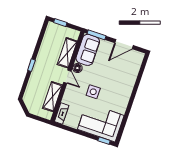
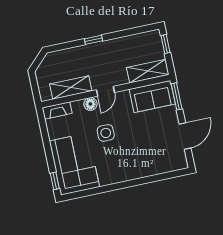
door: (124, 44) -> (185, 136), swing flipped
shelving: (67, 53) -> (148, 71), moved
floor lamp: (77, 68) -> (90, 104), moved

